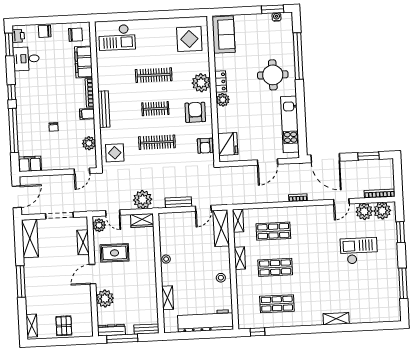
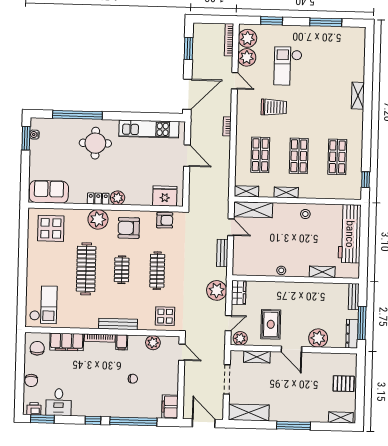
clothes rail: (154, 75) -> (86, 269), width x1.37, depth x1.31
trolley: (319, 240) -> (274, 107), added

